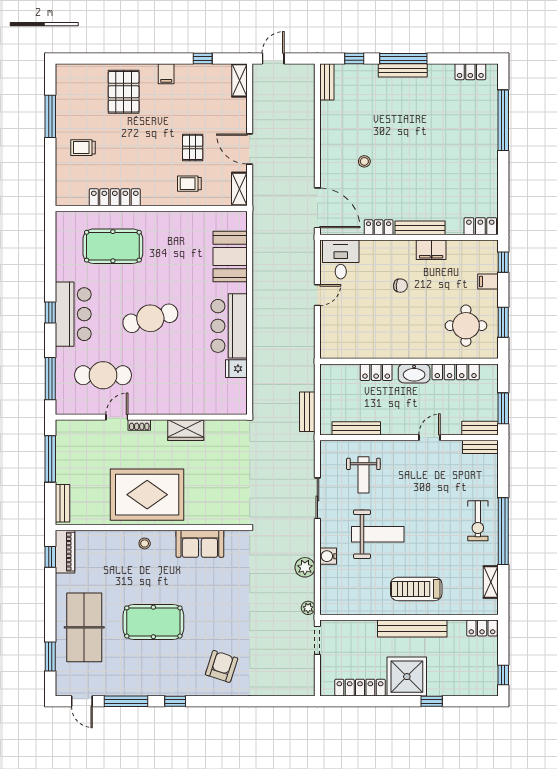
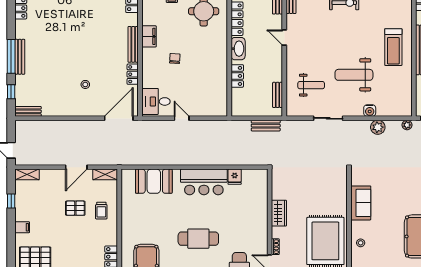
cafe table: (150, 318) -> (198, 239), turned -75
bench: (356, 428) -> (278, 95), width x0.73
weight bench: (378, 534) -> (354, 75), turned -90

